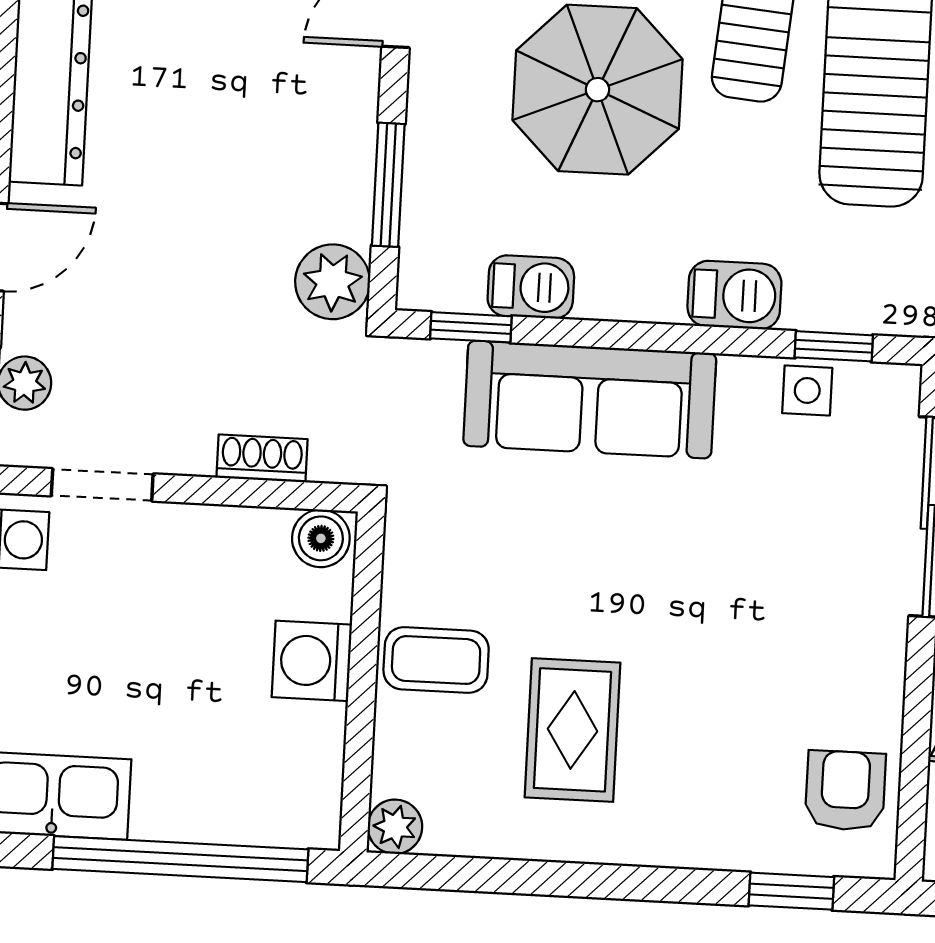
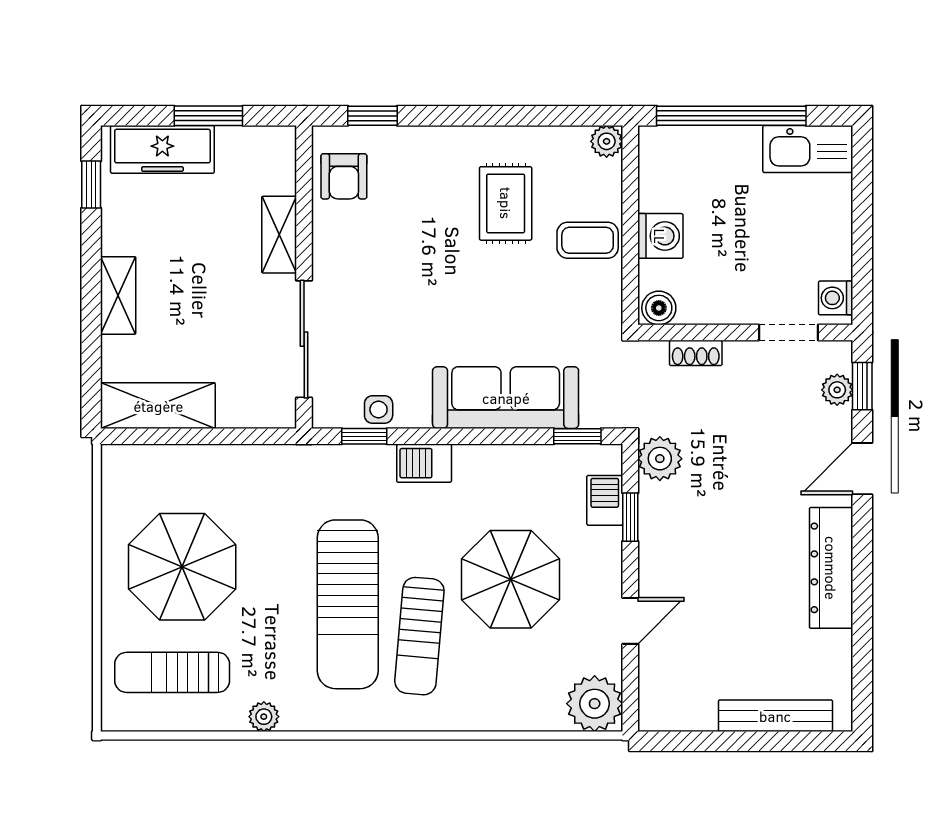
window: (388, 185) -> (630, 517), width x0.67
barbecue: (531, 287) -> (605, 500), moved, turned 90

